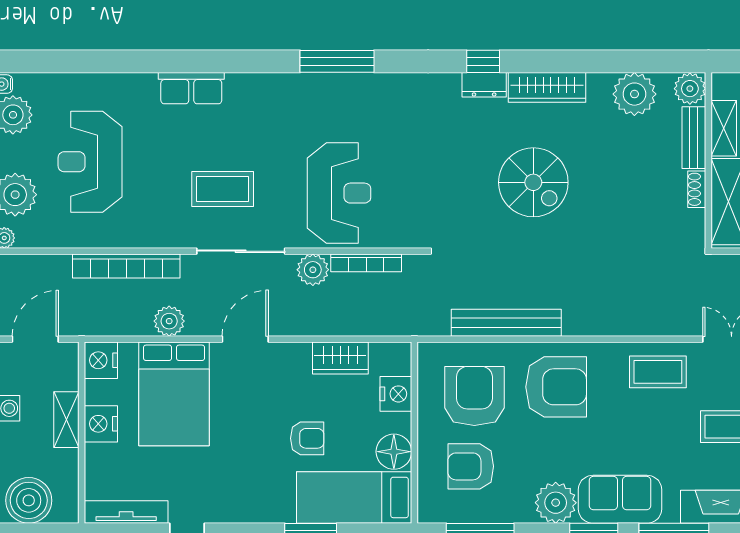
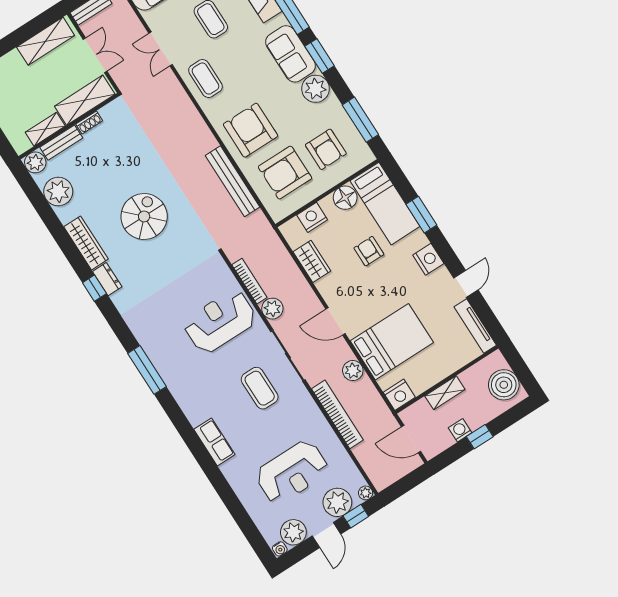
nightstand: (101, 424) -> (428, 259), moved, turned -90

